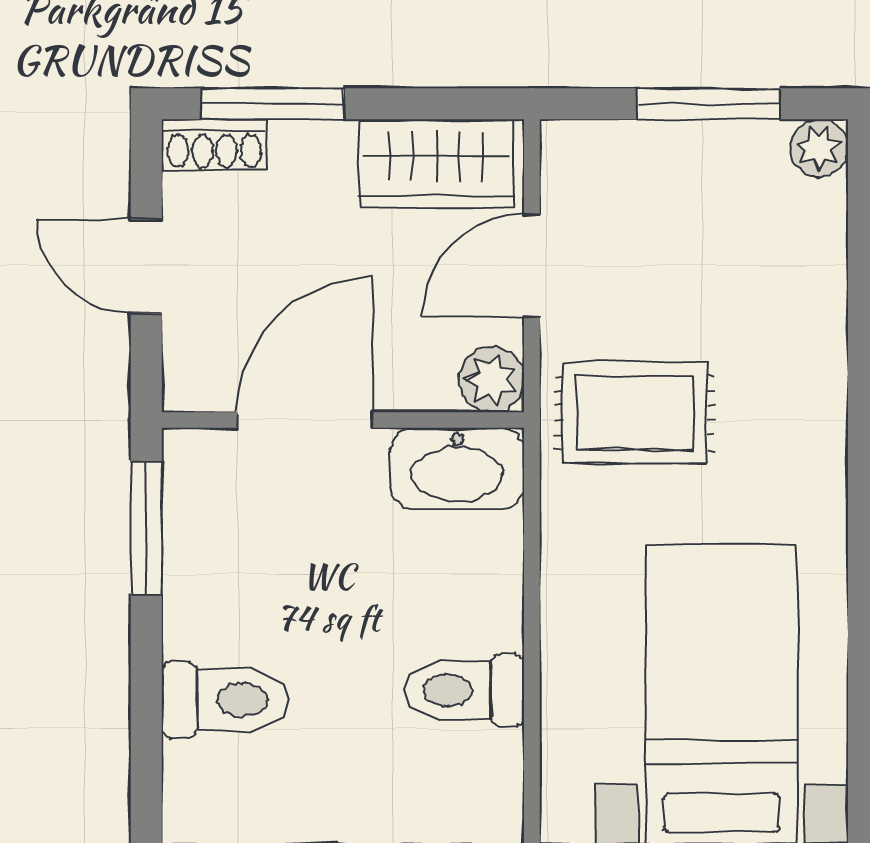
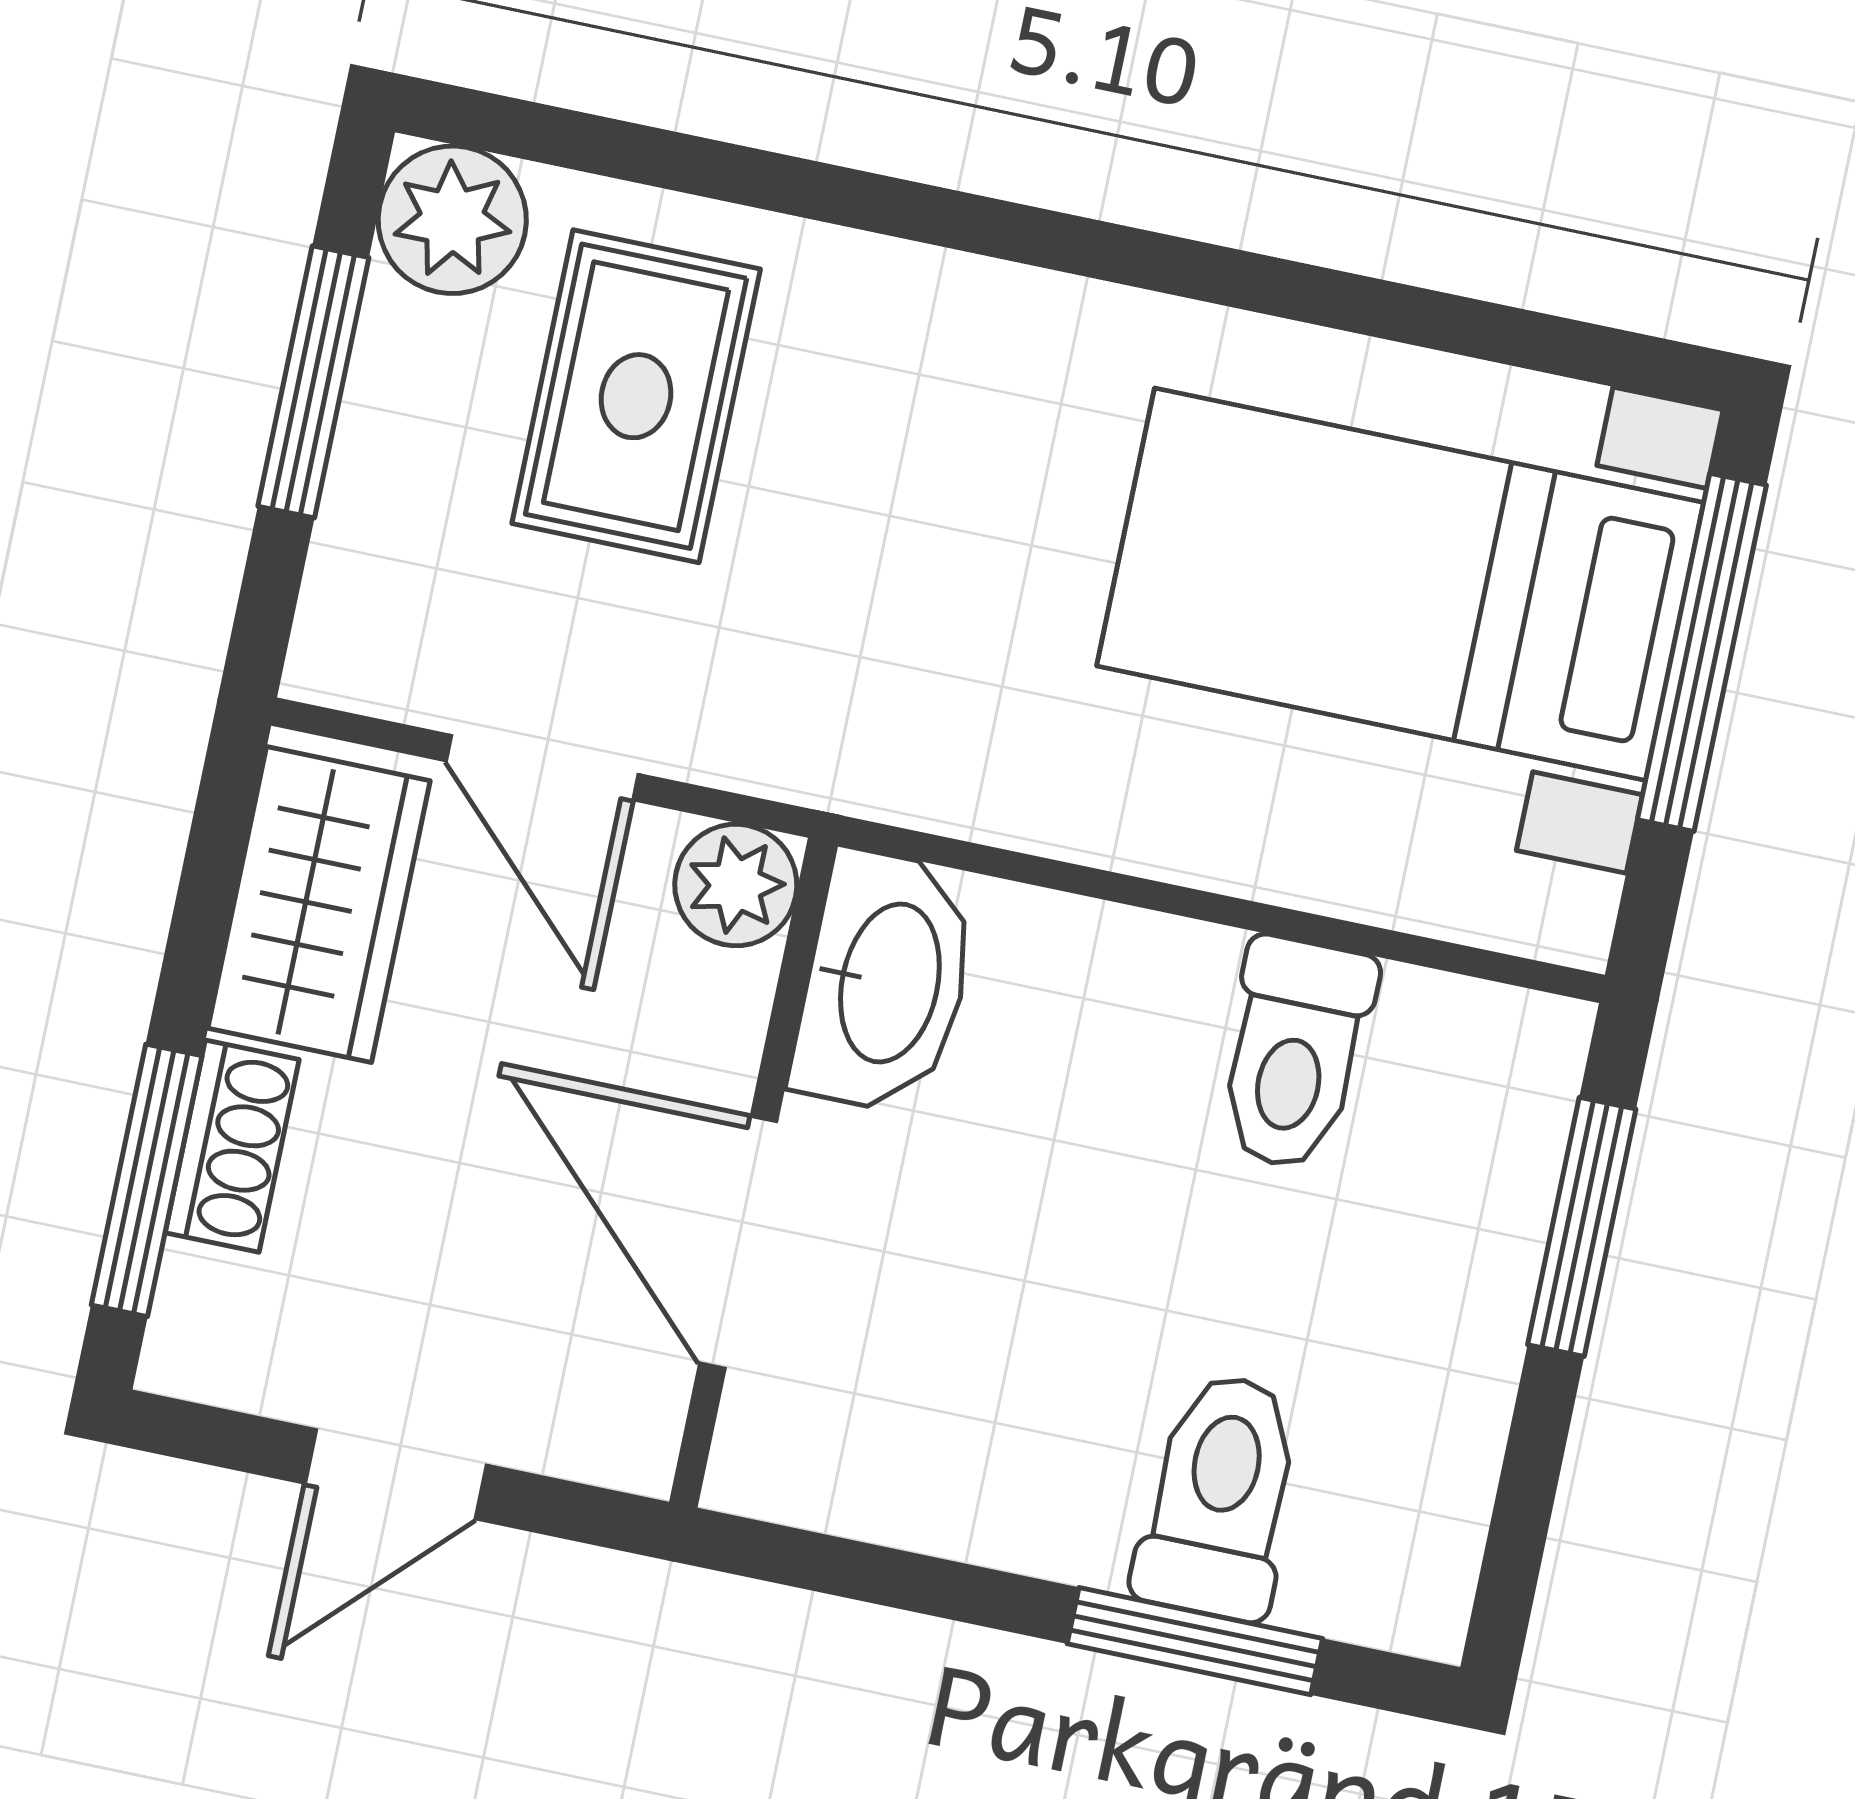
shoe rack: (214, 145) -> (232, 1146), moved
plant: (819, 148) -> (452, 220), width x1.38, depth x1.38
rug: (635, 413) -> (636, 396), moved
window: (146, 528) -> (1195, 1641), moved

